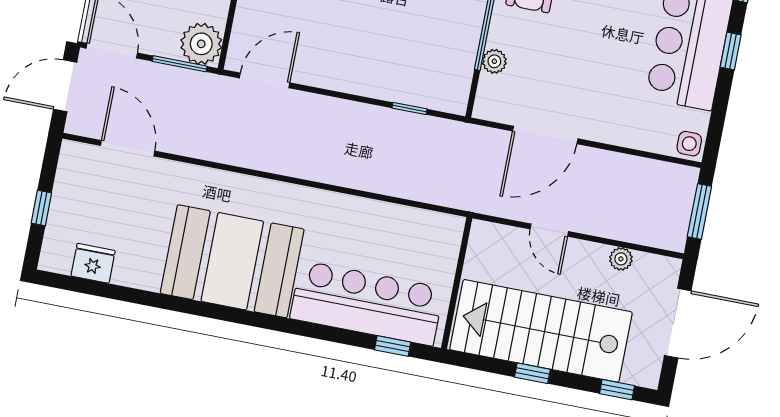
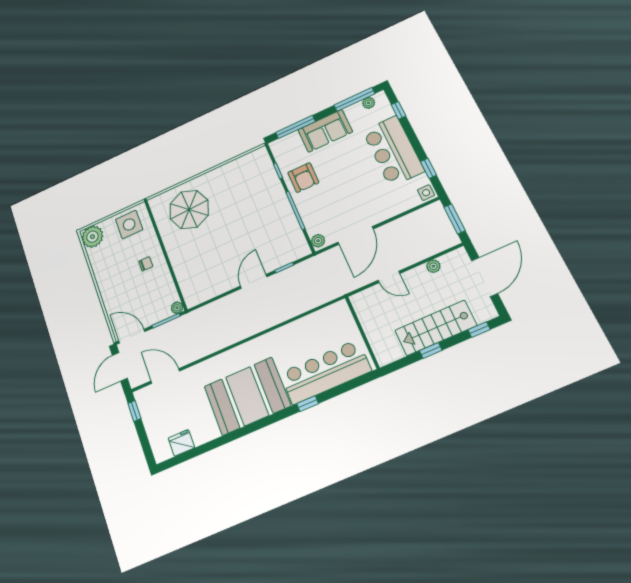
plant: (201, 44) -> (177, 308), width x0.53, depth x0.53
window: (731, 51) -> (428, 168), moved
plant: (494, 61) -> (318, 241), moved
door: (265, 80) -> (254, 281), moved
window: (41, 208) -> (134, 411), moved
stairs: (541, 331) -> (436, 328), width x0.73, depth x0.66
window: (393, 346) -> (308, 404), moved

